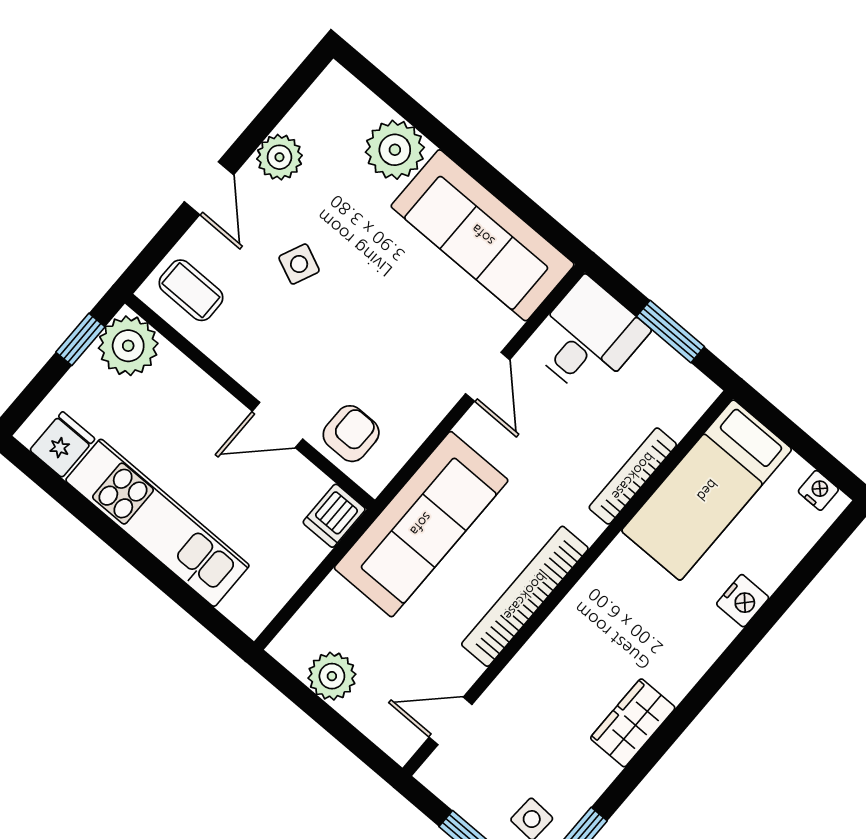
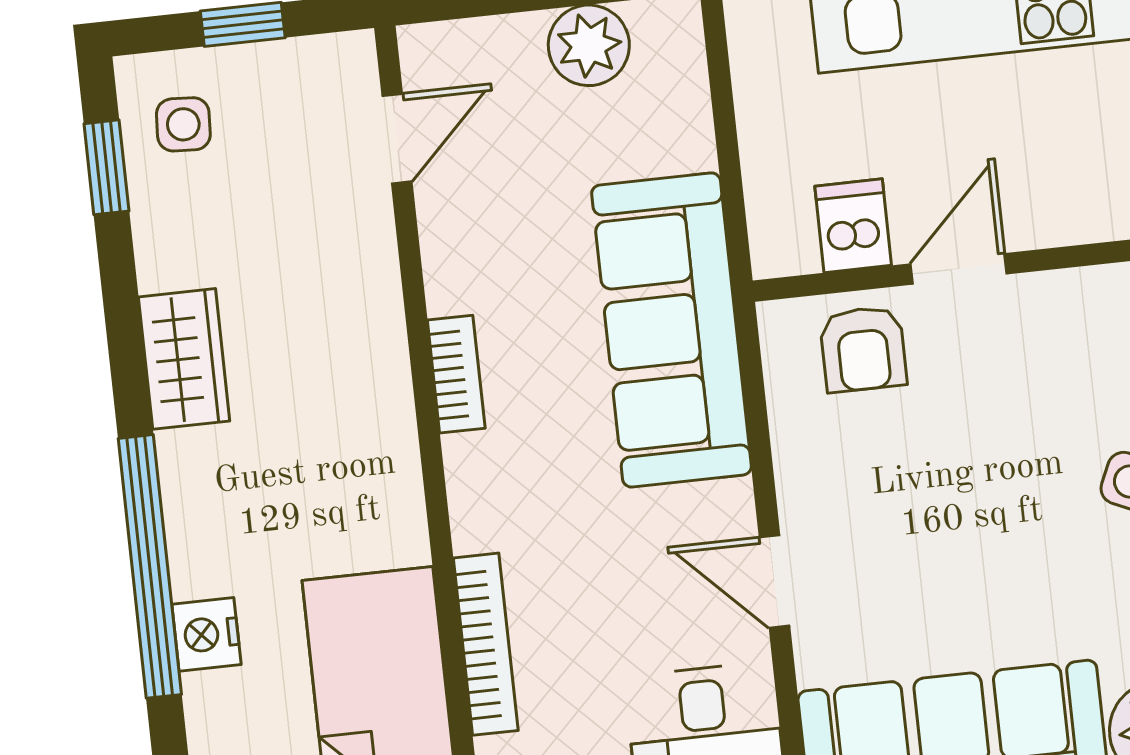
dishwasher: (334, 516) -> (853, 226), moved
bookcase: (525, 596) -> (456, 374), width x0.43, depth x0.76
window: (736, 653) -> (150, 566), added

